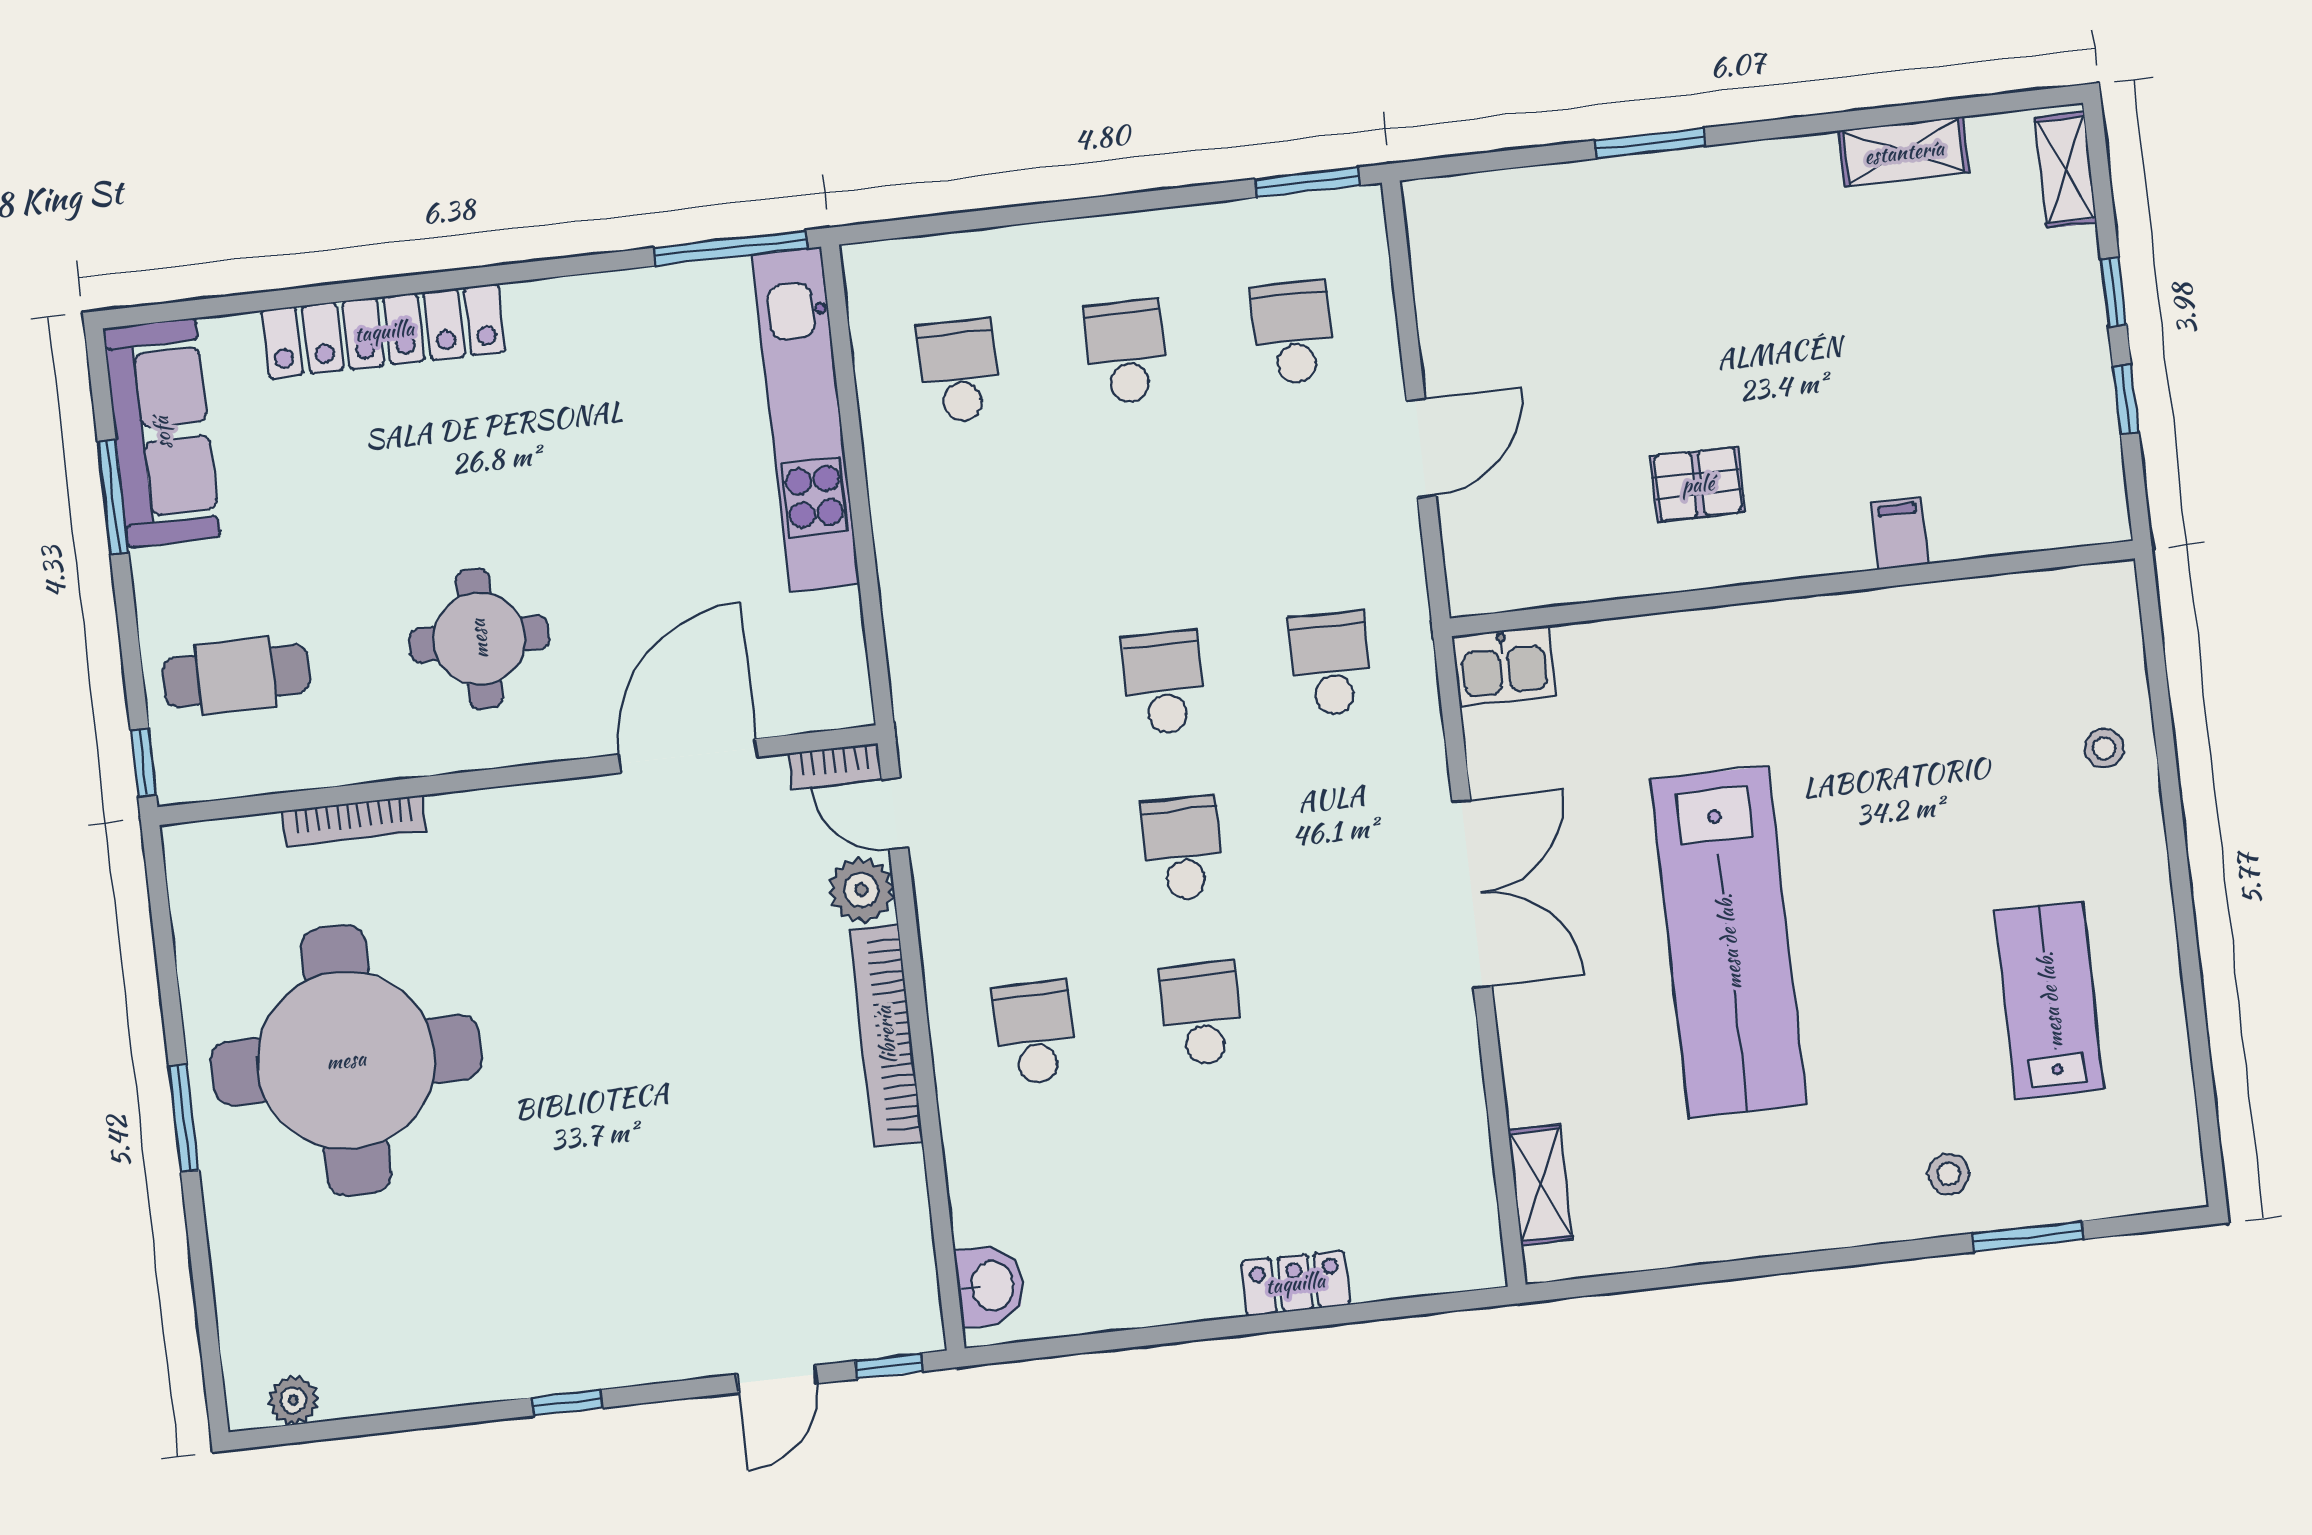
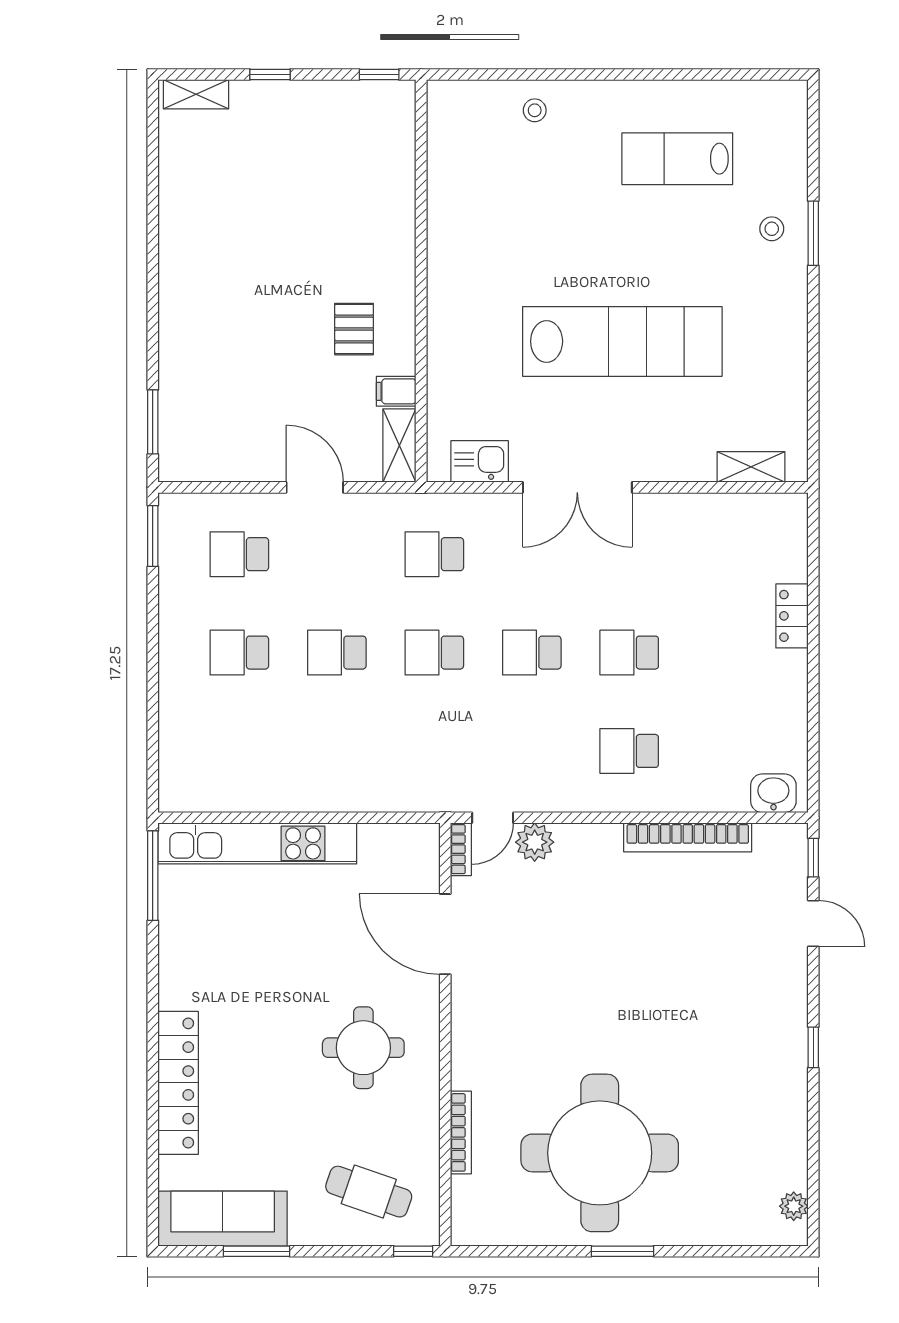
window: (1650, 143) -> (153, 422), moved
shelving: (1904, 152) -> (399, 446), moved
school desk: (959, 371) -> (337, 653), moved
window: (2126, 399) -> (379, 75), moved
filing cabinet: (1900, 533) -> (396, 391), moved
kitchen sink: (1504, 666) -> (480, 461), moved, turned -90
cafe table: (236, 676) -> (369, 1192), turned -71
double door: (1472, 894) -> (577, 487), swing flipped
bookcase: (886, 1035) -> (688, 837), moved
window: (2028, 1236) -> (813, 233), moved

